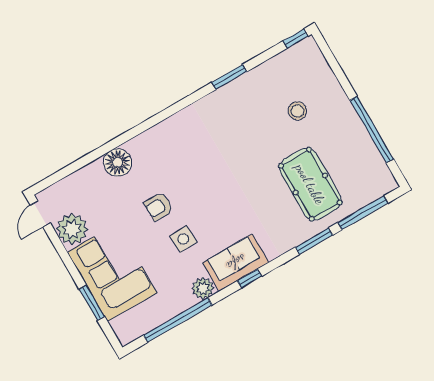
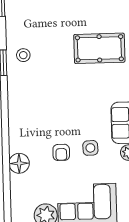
stool: (297, 111) -> (23, 55), moved

